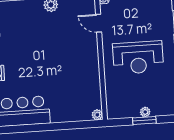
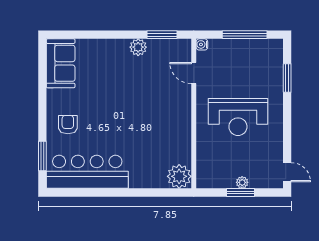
plant: (97, 115) -> (179, 176), width x1.88, depth x1.88

